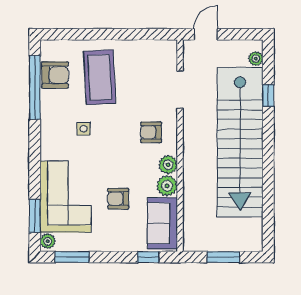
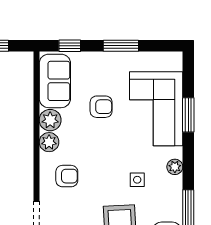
window: (35, 216) -> (188, 115), moved
plant: (48, 241) -> (175, 167), moved
window: (72, 257) -> (121, 46), moved

